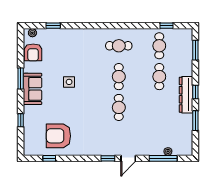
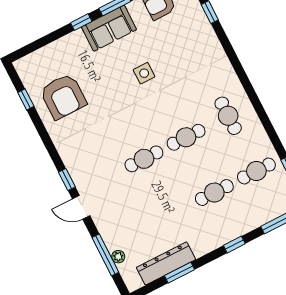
window: (195, 92) -> (234, 245), moved
dresser: (186, 95) -> (166, 263), moved
window: (21, 120) -> (81, 22), moved
armchair: (58, 136) -> (63, 96), turned 180

